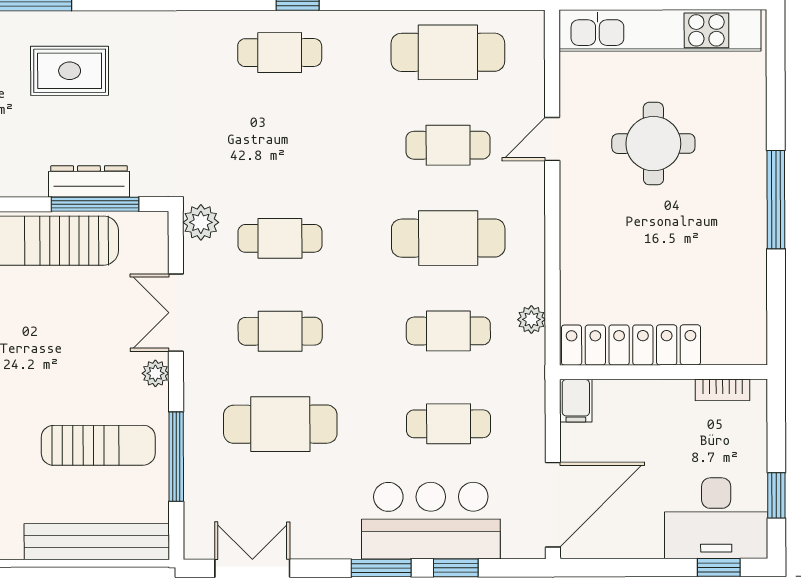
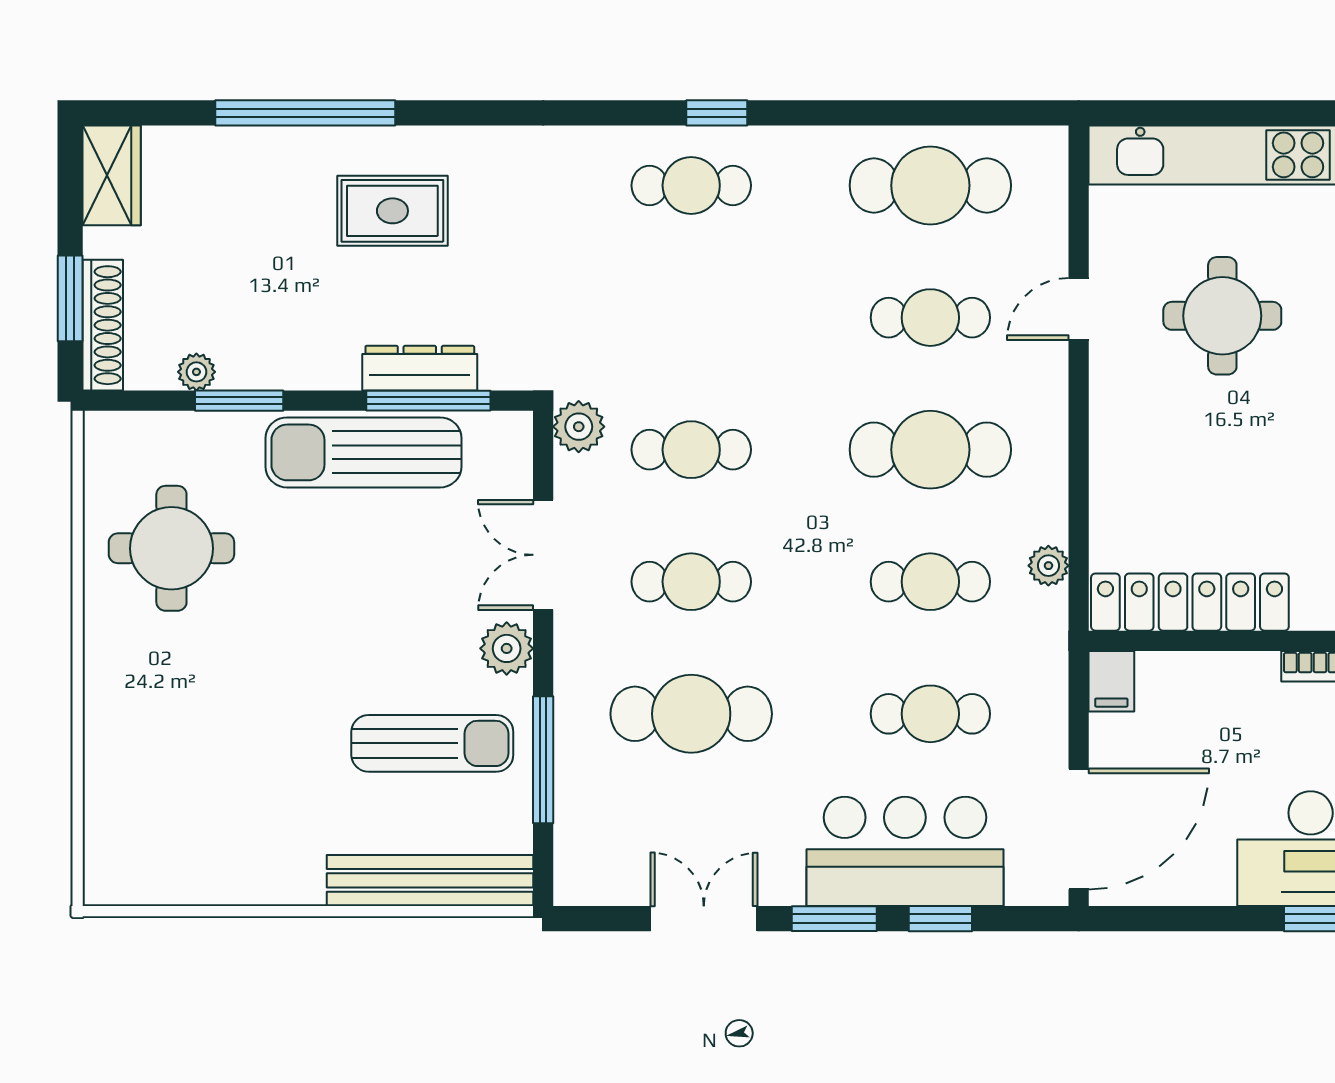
plant: (155, 373) -> (507, 648), width x1.38, depth x1.38
double door: (252, 568) -> (704, 919), moved

